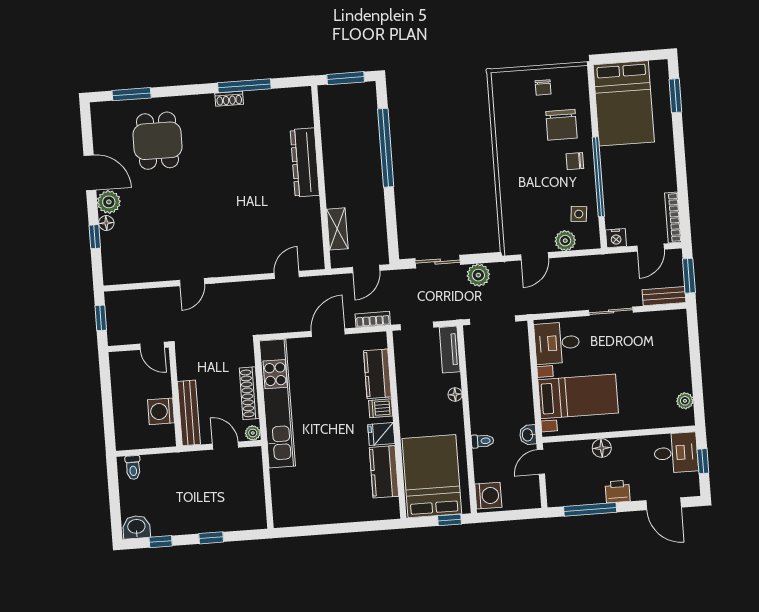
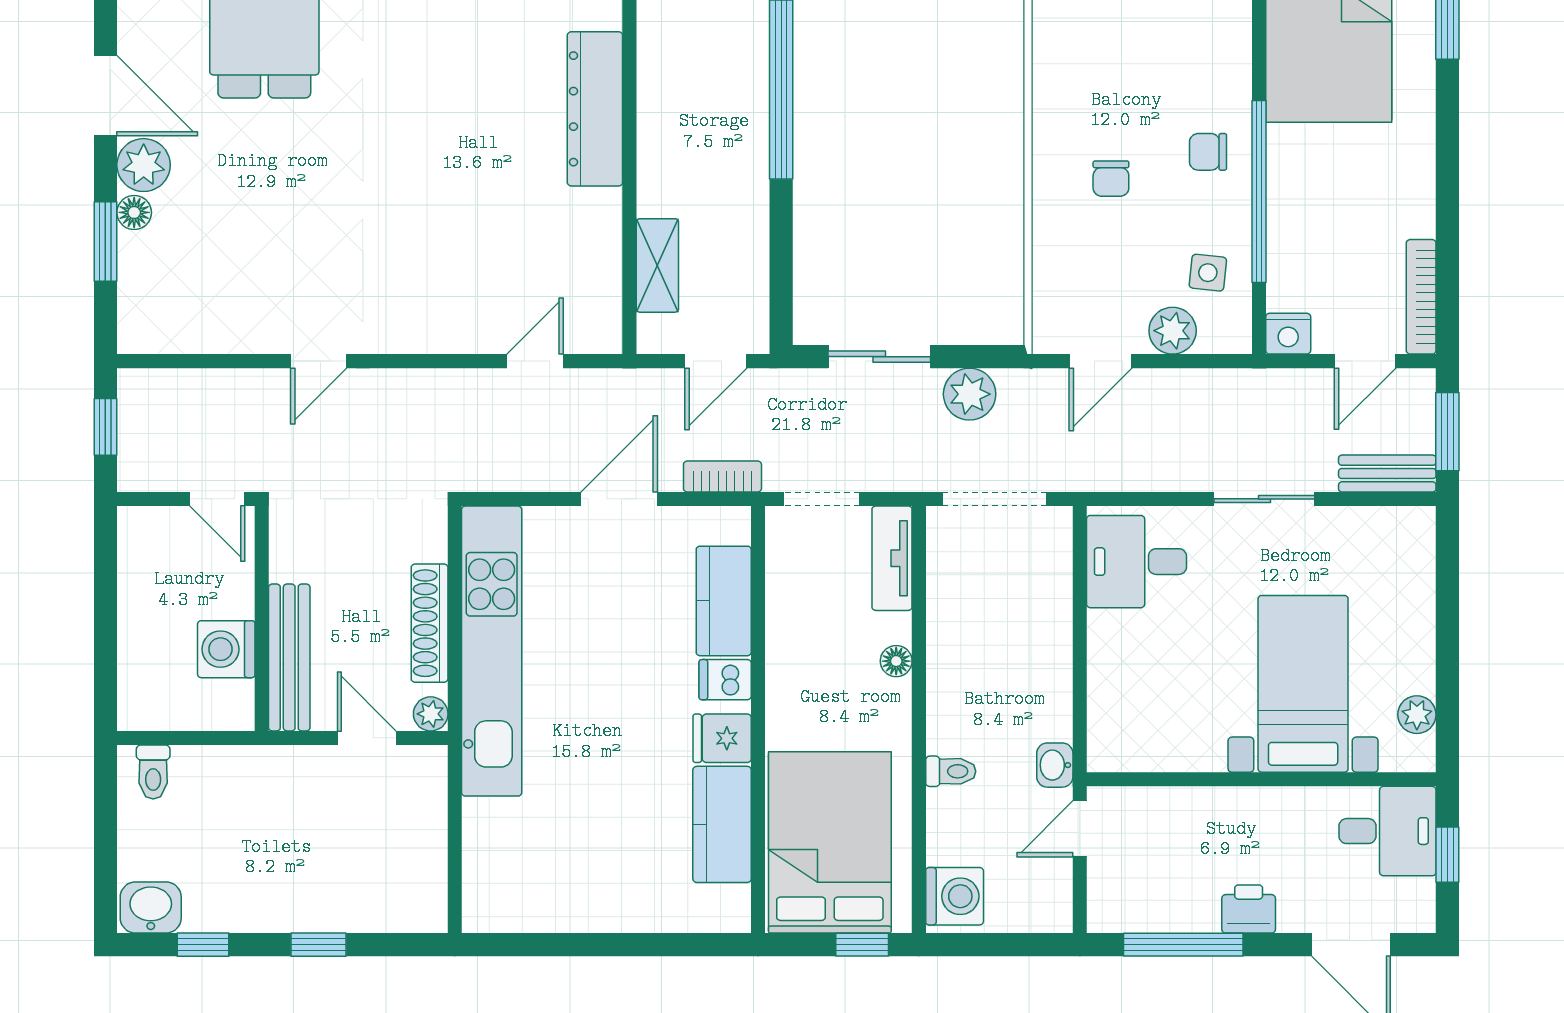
chair: (561, 125) -> (1111, 179), moved, width x0.54, depth x0.54
window: (95, 237) -> (105, 241), width x1.50
bed with nightstands: (578, 396) -> (1303, 684), moved, turned -90
floor lamp: (602, 448) -> (1220, 808), removed

